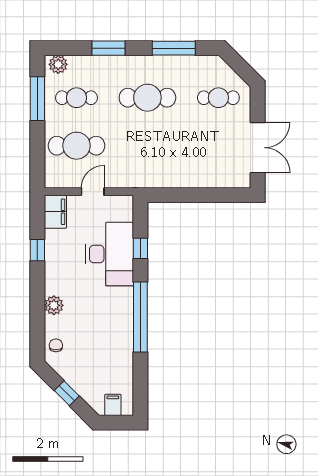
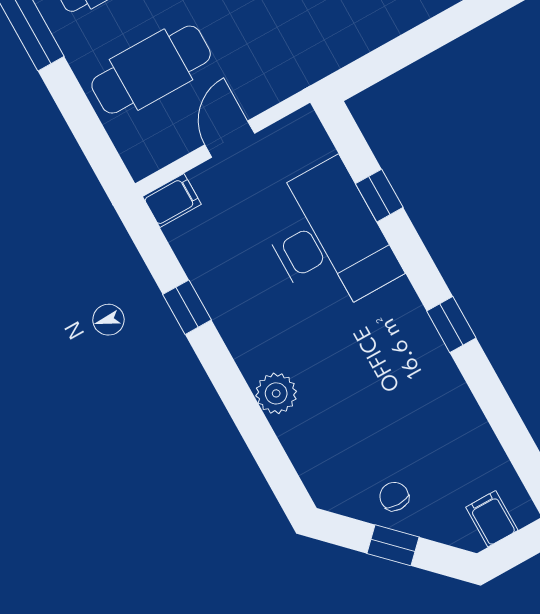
filing cabinet: (55, 212) -> (172, 200), width x0.50
window: (140, 317) -> (451, 324), width x0.32
chair: (56, 345) -> (394, 496), moved

